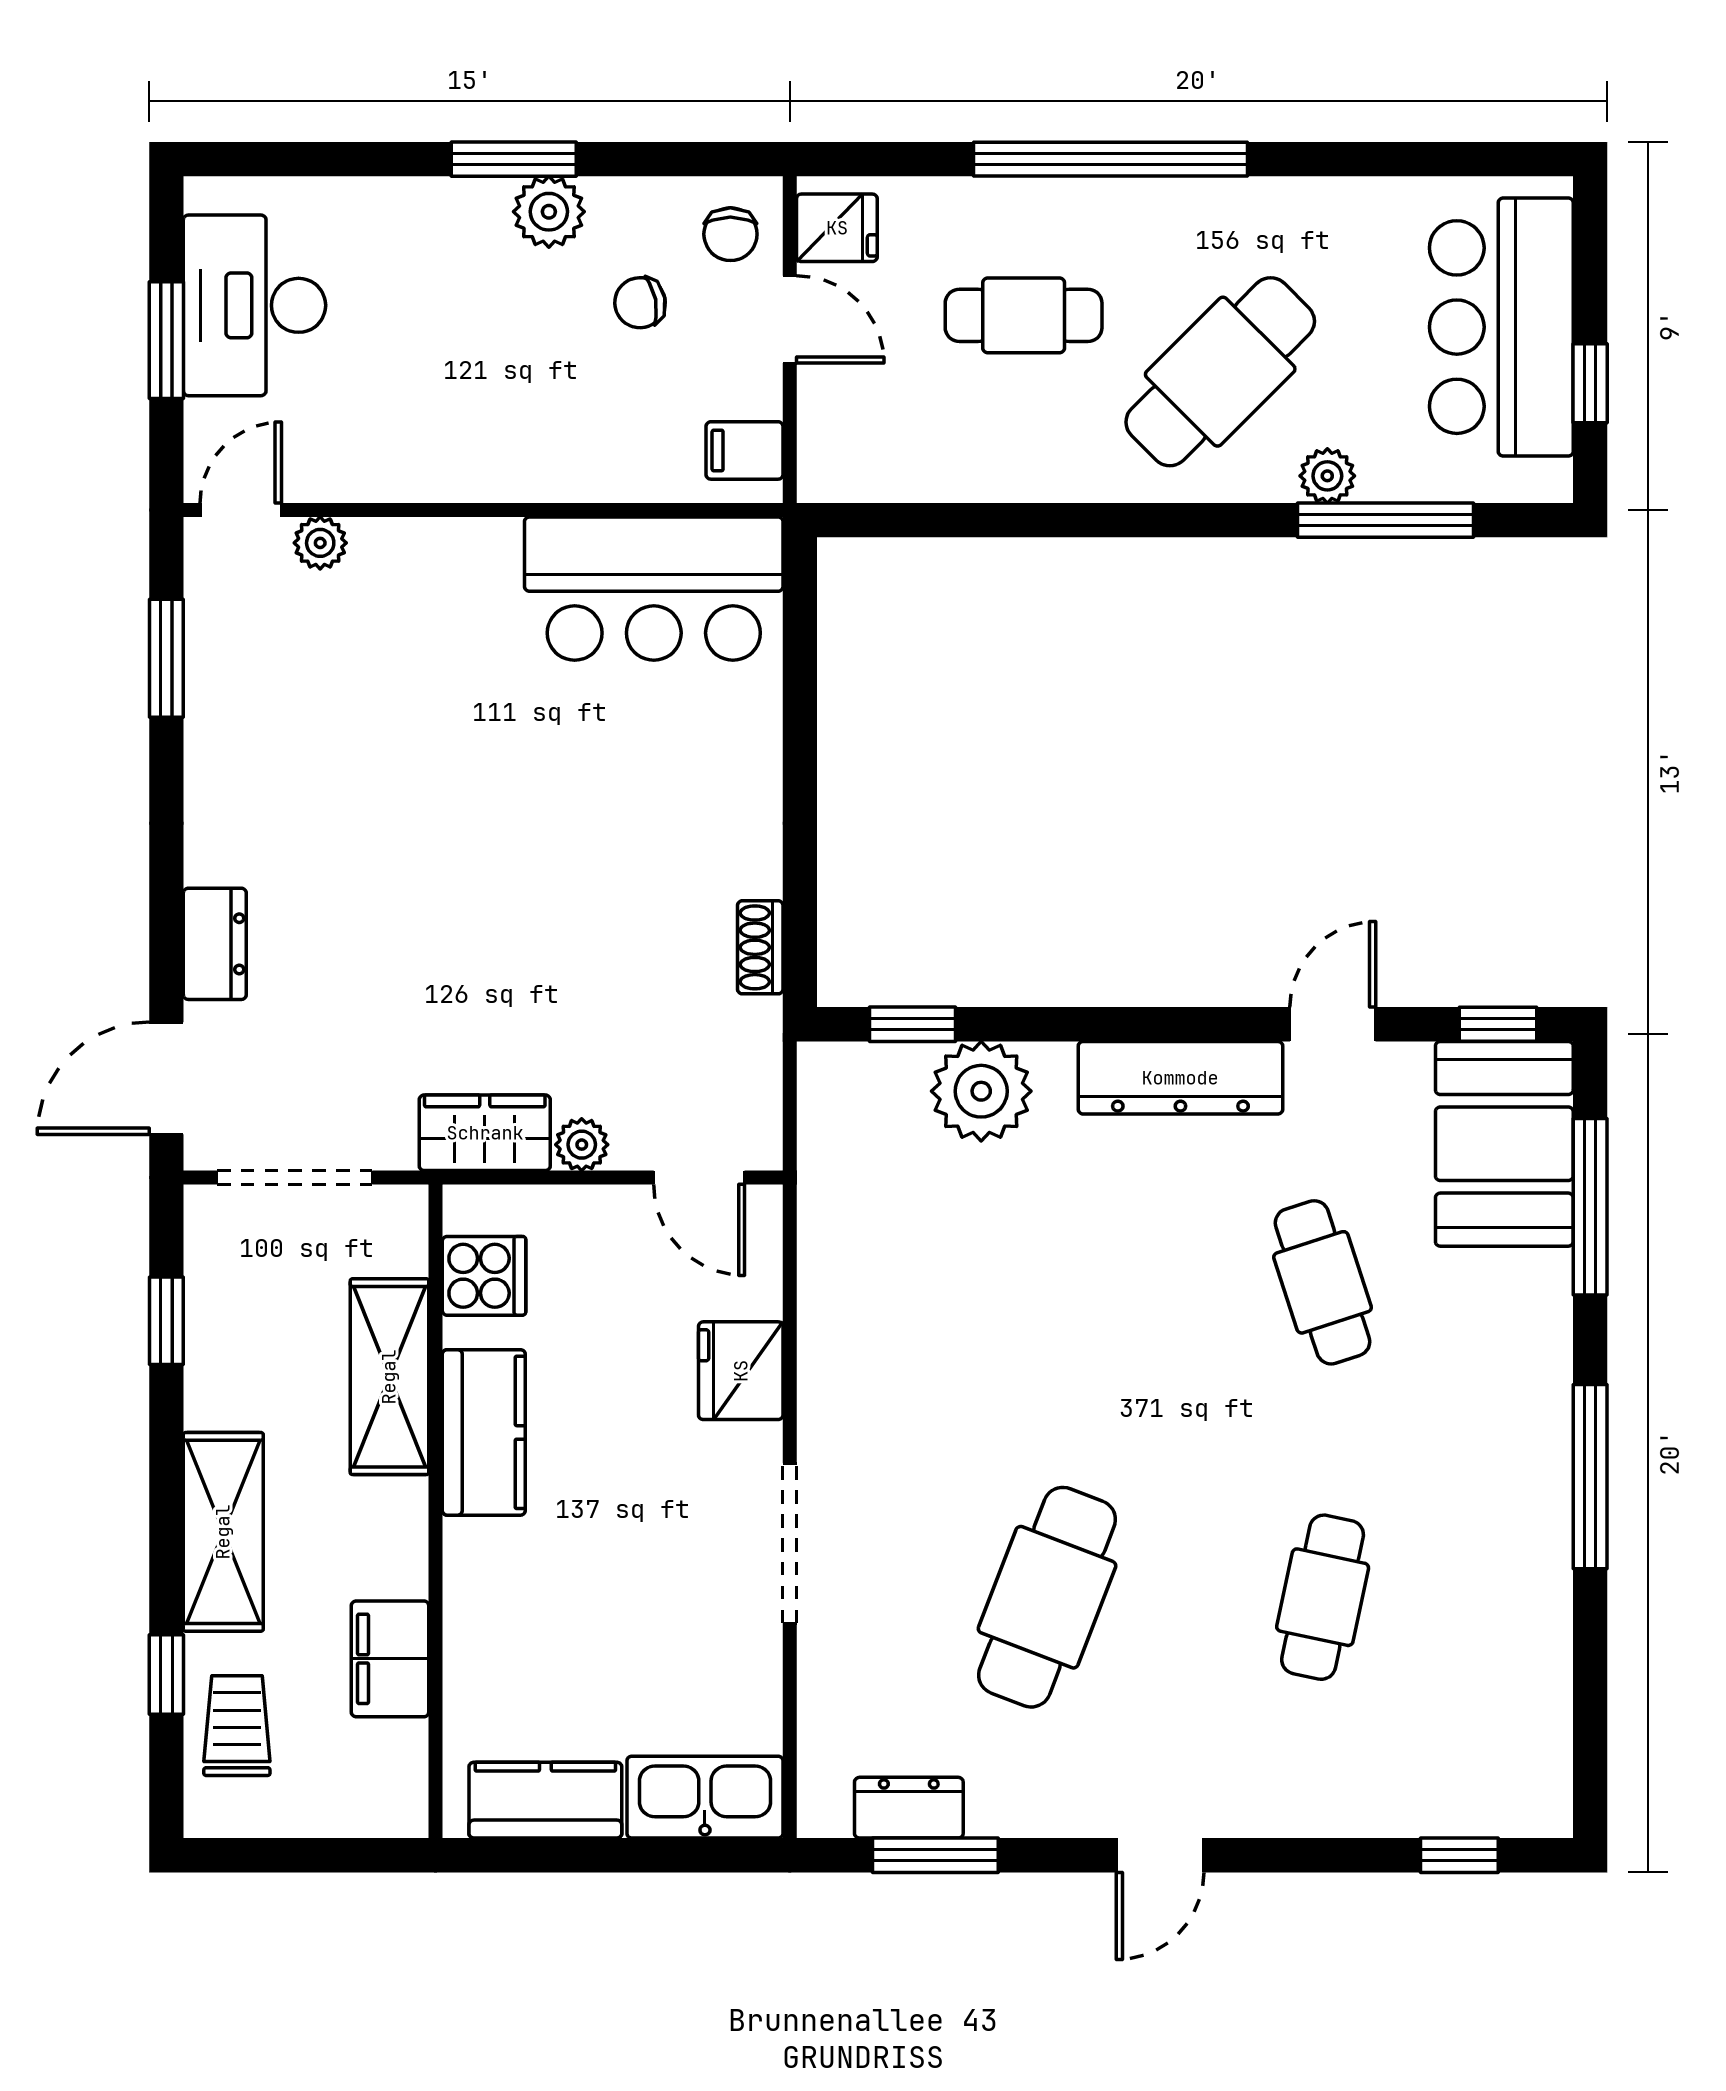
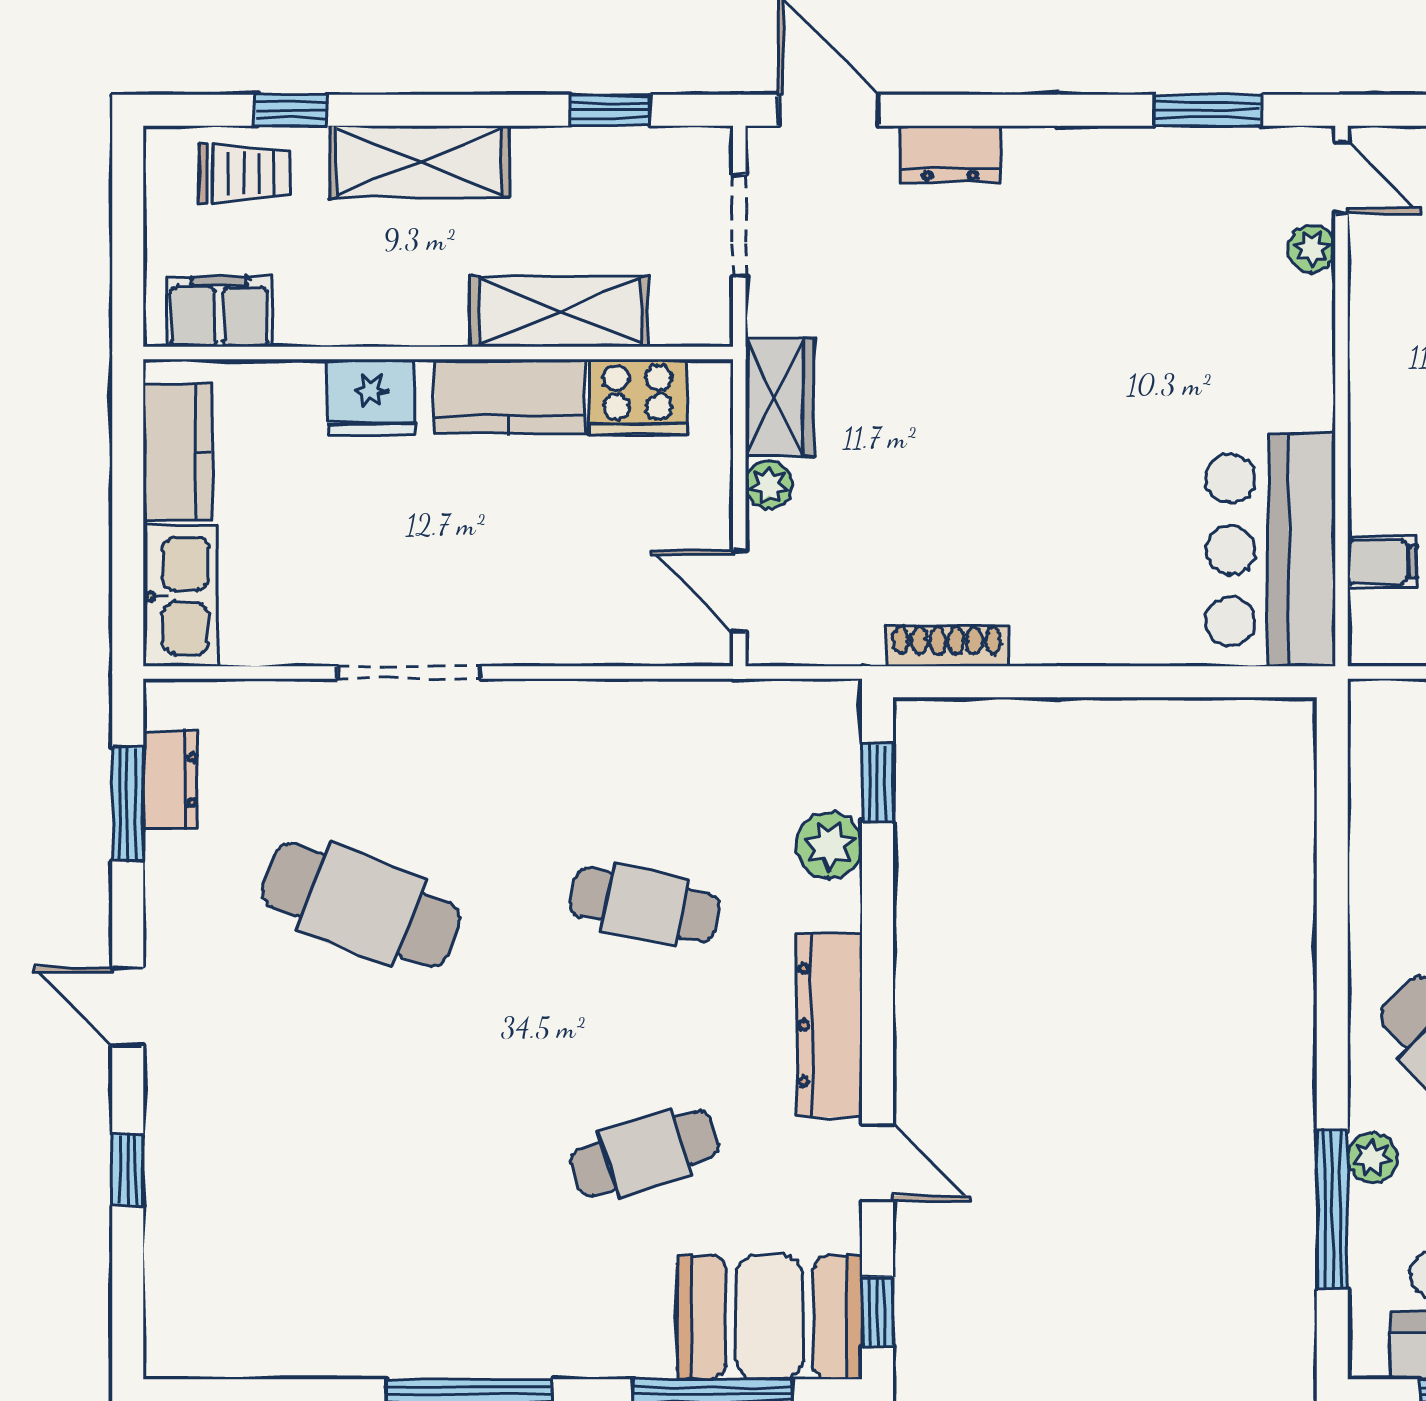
filing cabinet: (744, 450) -> (1382, 562), moved, turned 90
shoe rack: (760, 947) -> (947, 646), width x1.43
plant: (981, 1091) -> (829, 845), width x0.73, depth x0.73
doorway: (295, 1178) -> (739, 226), width x0.73
door: (699, 1178) -> (739, 591), hinge flipped
cooker: (484, 1276) -> (638, 397), width x1.36
fridge: (741, 1371) -> (371, 397), moved, turned 180
cafe table: (1323, 1597) -> (645, 905), moved
filing cabinet: (390, 1659) -> (219, 312), moved
window: (1459, 1855) -> (128, 1170), moved

